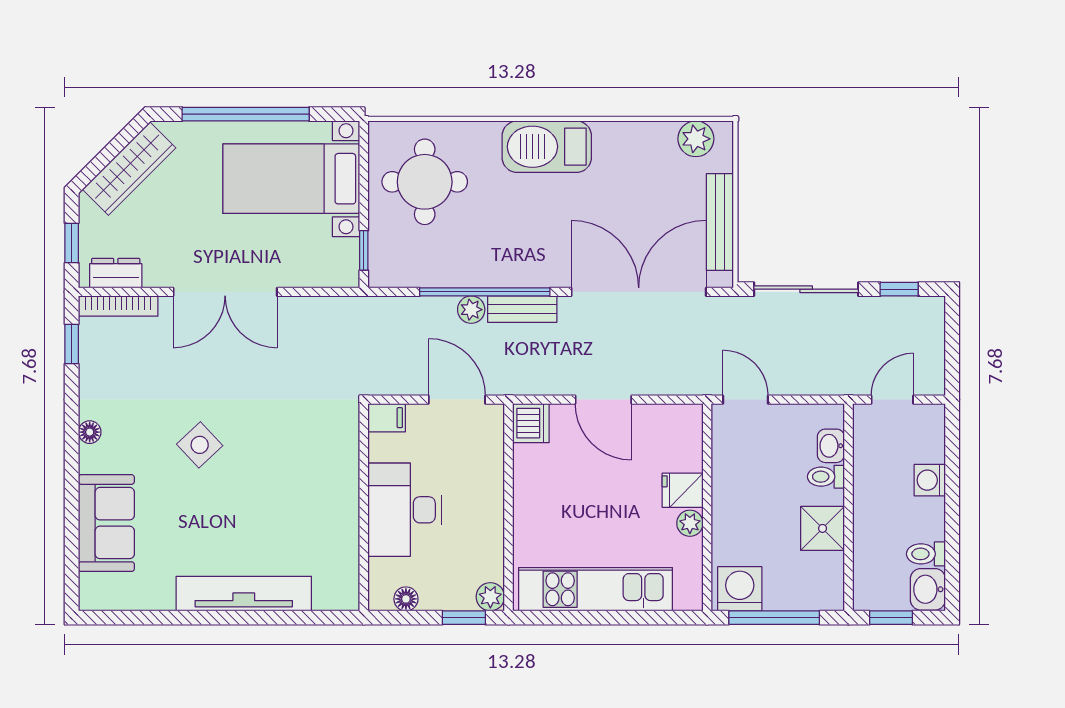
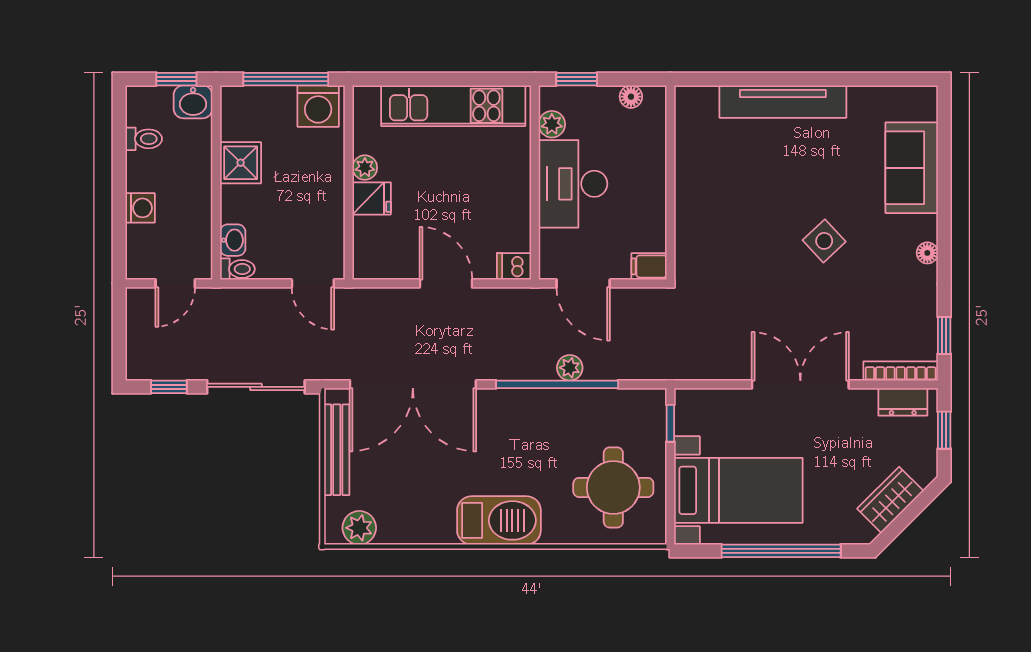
wardrobe: (129, 169) -> (890, 500), width x0.67
bench: (522, 309) -> (522, 368), removed
dishwasher: (531, 423) -> (514, 266), width x0.73
toilet: (826, 477) -> (237, 269), moved
desk: (404, 510) -> (573, 184), moved, turned 180
washbasin: (928, 589) -> (193, 102), moved, turned 90
plant: (490, 597) -> (552, 124), moved

